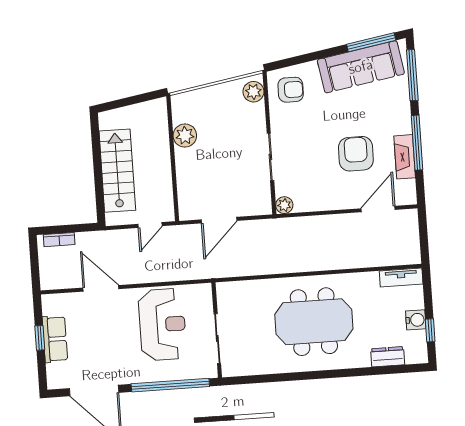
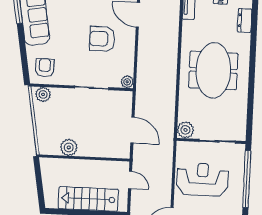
armchair: (356, 154) -> (102, 39), moved
plant: (228, 293) -> (185, 130), added

